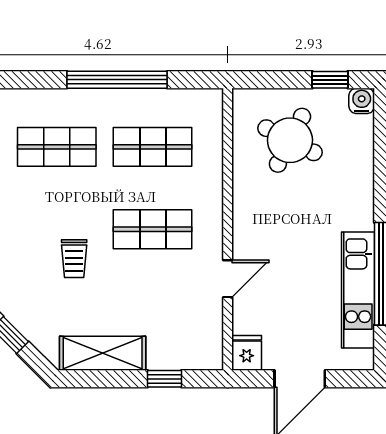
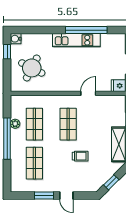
plant: (153, 100) -> (15, 124), added
door: (228, 279) -> (88, 93), hinge flipped
kitchen unit: (358, 290) -> (76, 40), moved

